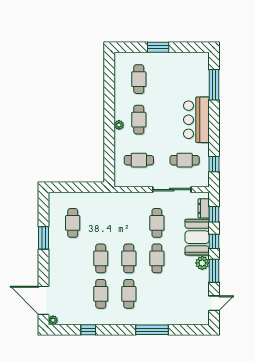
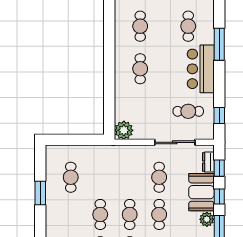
window: (214, 85) -> (219, 44), moved
plant: (119, 125) -> (124, 130), moved, width x1.88, depth x1.88
cafe table: (139, 160) -> (188, 26), moved, turned 90

